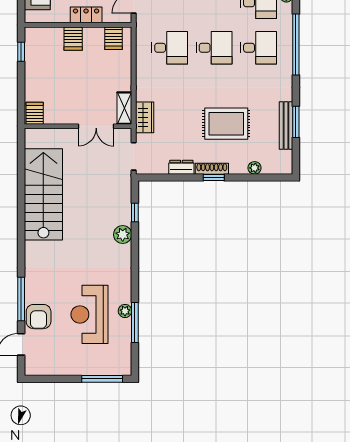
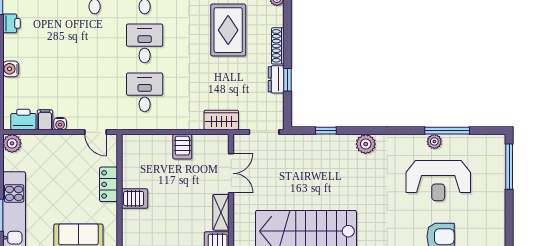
server rack: (114, 38) -> (182, 147), moved, turned 90
shelving: (124, 108) -> (221, 212), moved, turned 90
window: (214, 178) -> (287, 80), moved
plant: (123, 235) -> (366, 144), moved

